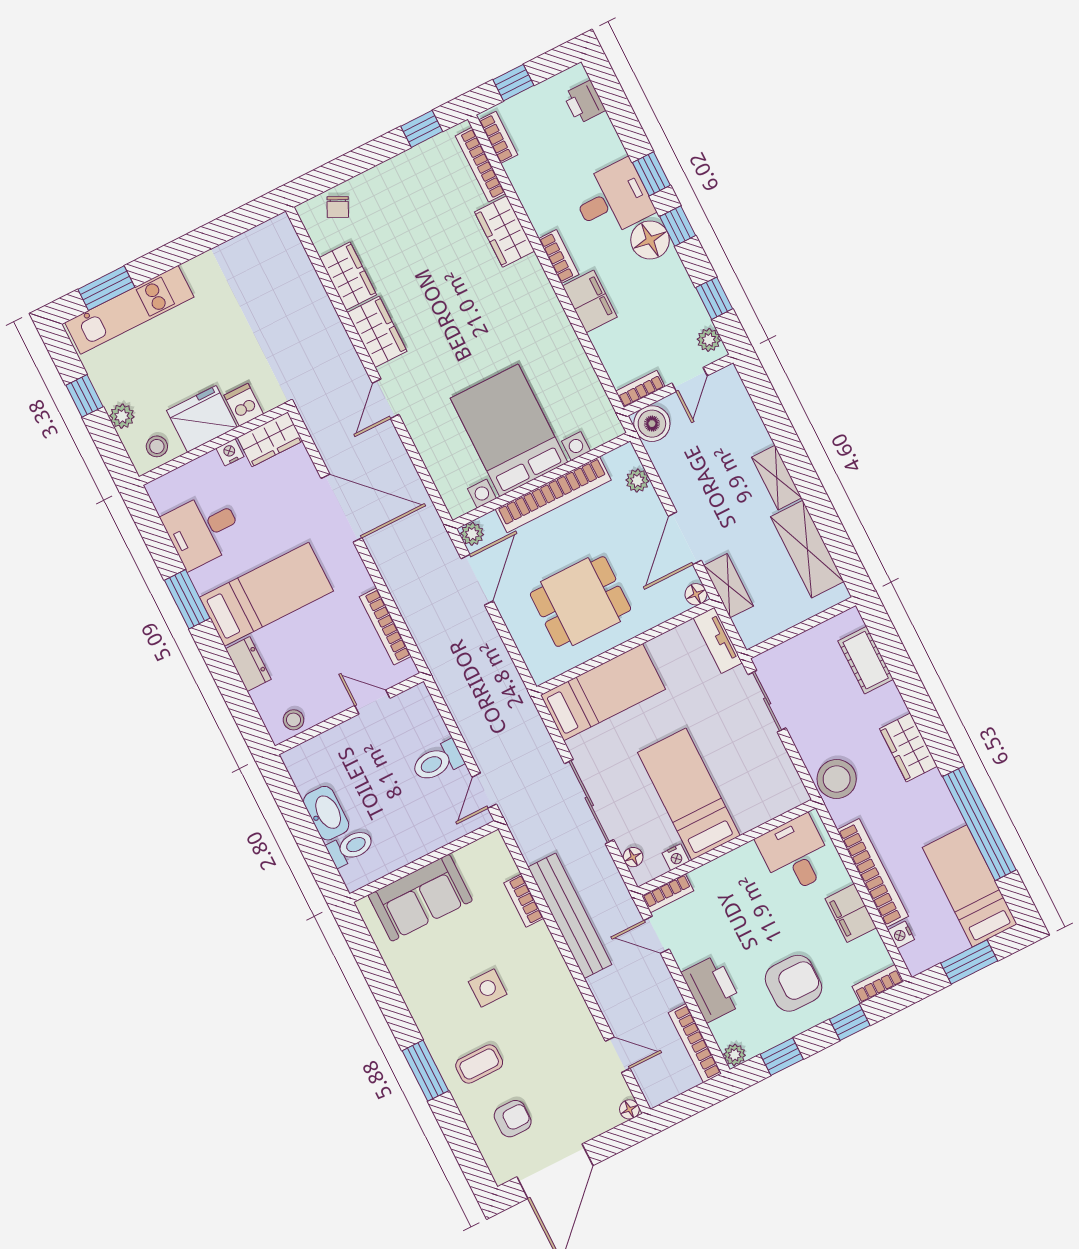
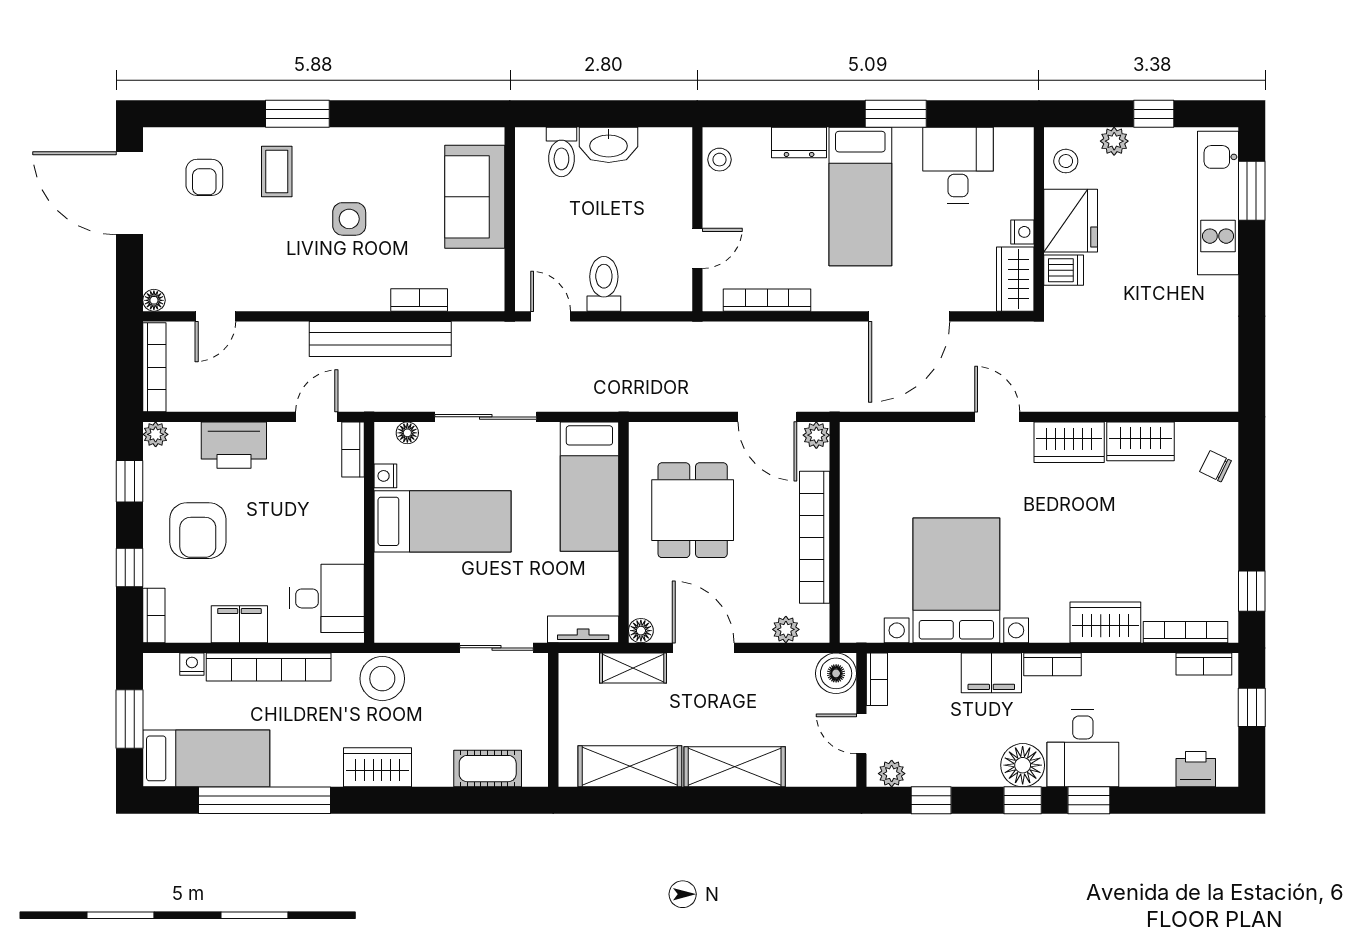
bed with nightstands: (509, 430) -> (956, 580), moved, turned -90
shelving: (777, 478) -> (735, 767), width x1.50, depth x1.33
bookcase: (695, 1043) -> (154, 367), moved, turned 90

